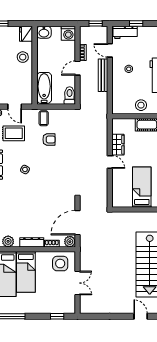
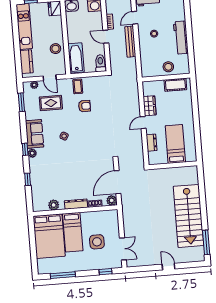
door: (110, 50) -> (135, 18), hinge flipped
stool: (23, 57) -> (55, 49), moved
door: (77, 68) -> (106, 37), hinge flipped
door: (110, 162) -> (143, 123), swing flipped
dresser: (117, 184) -> (152, 143), added
side table: (60, 264) -> (97, 242), moved
double door: (77, 283) -> (123, 249), moved
door: (141, 316) -> (169, 267), moved

